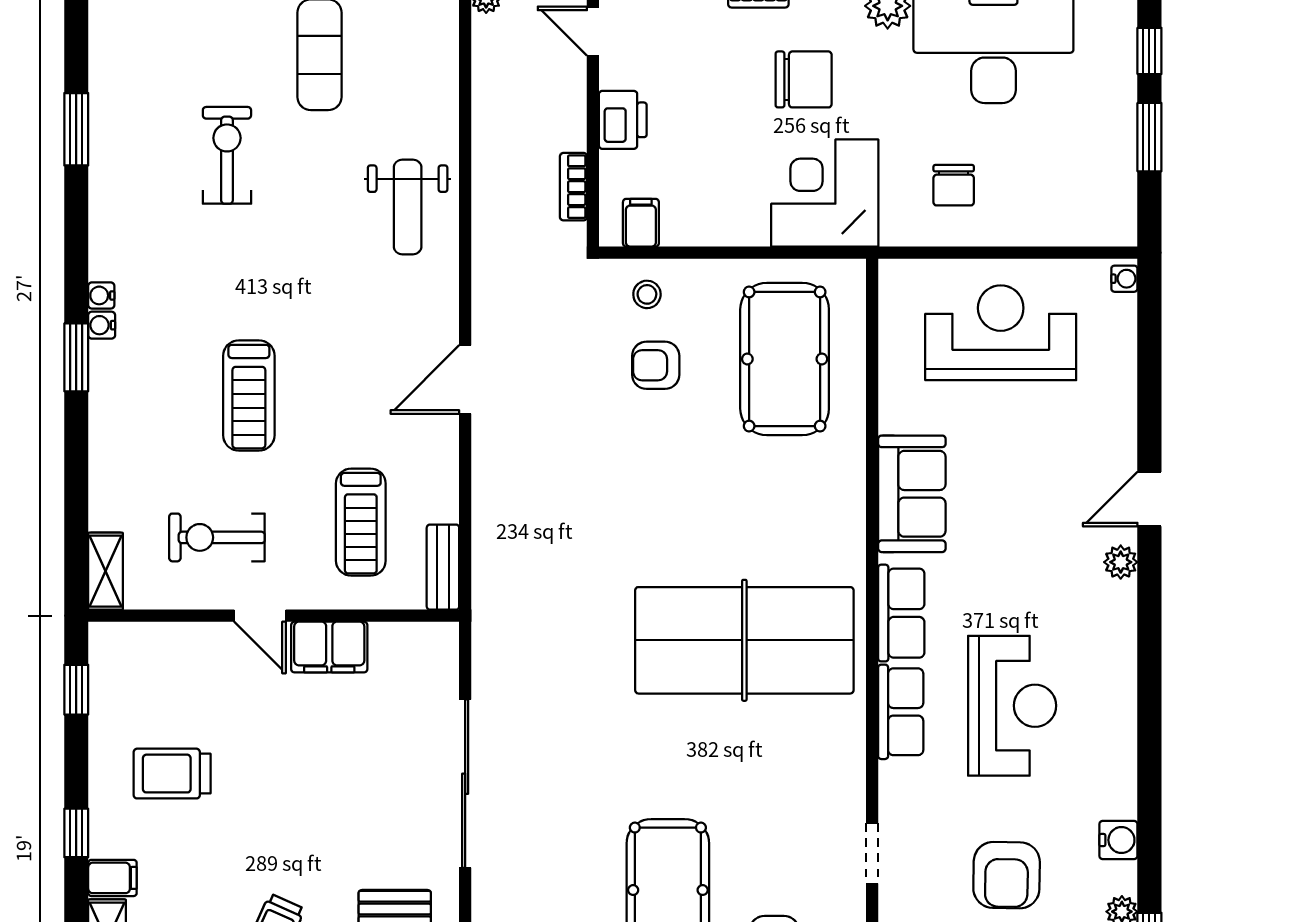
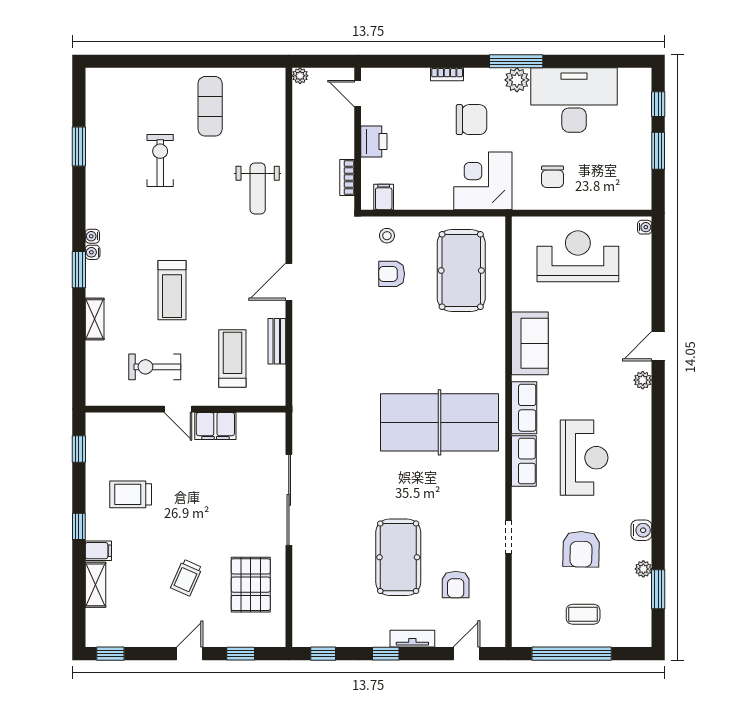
treadmill: (361, 522) -> (232, 359), turned 180
bench: (443, 567) -> (277, 341), moved
shelving: (106, 571) -> (95, 319), moved

